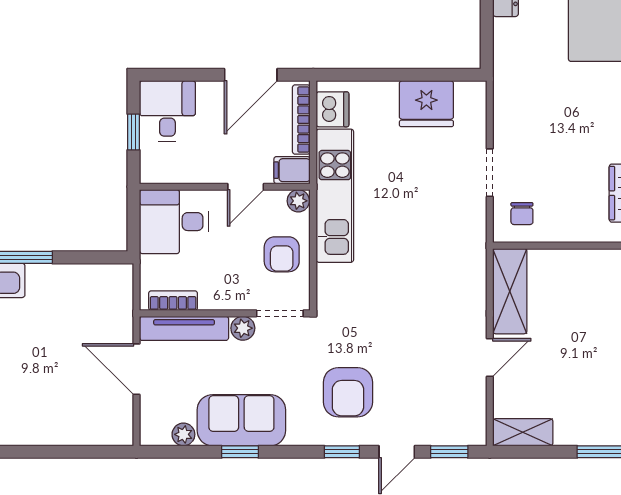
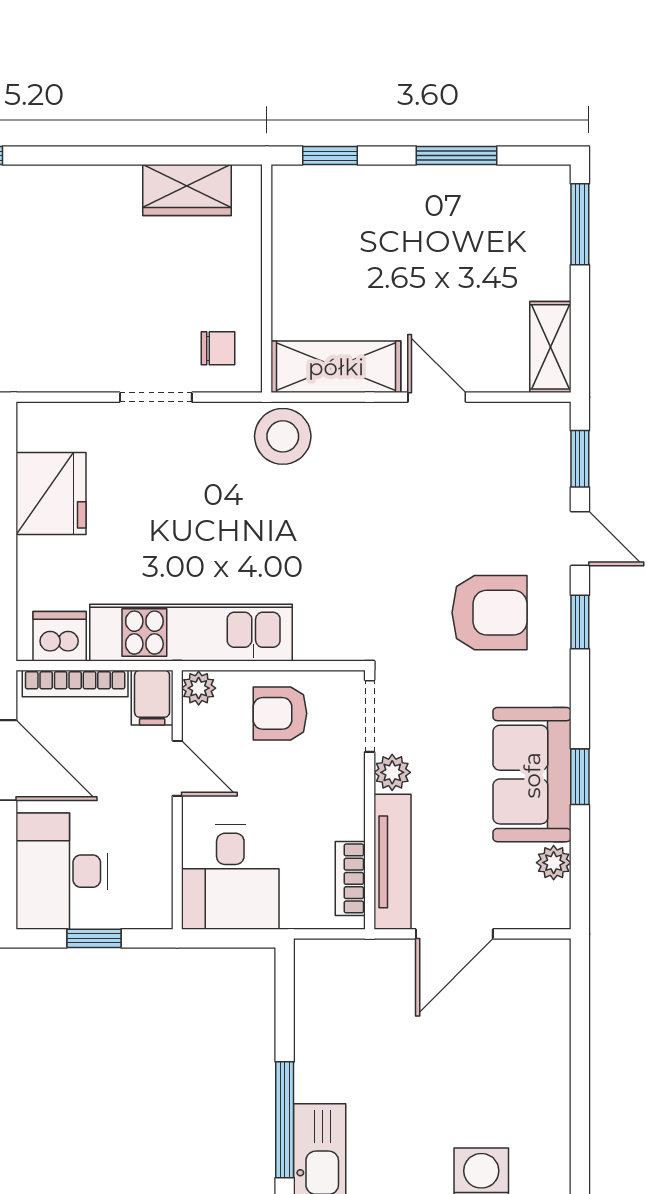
desk: (167, 111) -> (62, 871), width x1.37
armchair: (282, 254) -> (280, 713), turned 180
stool: (464, 256) -> (283, 436), added

